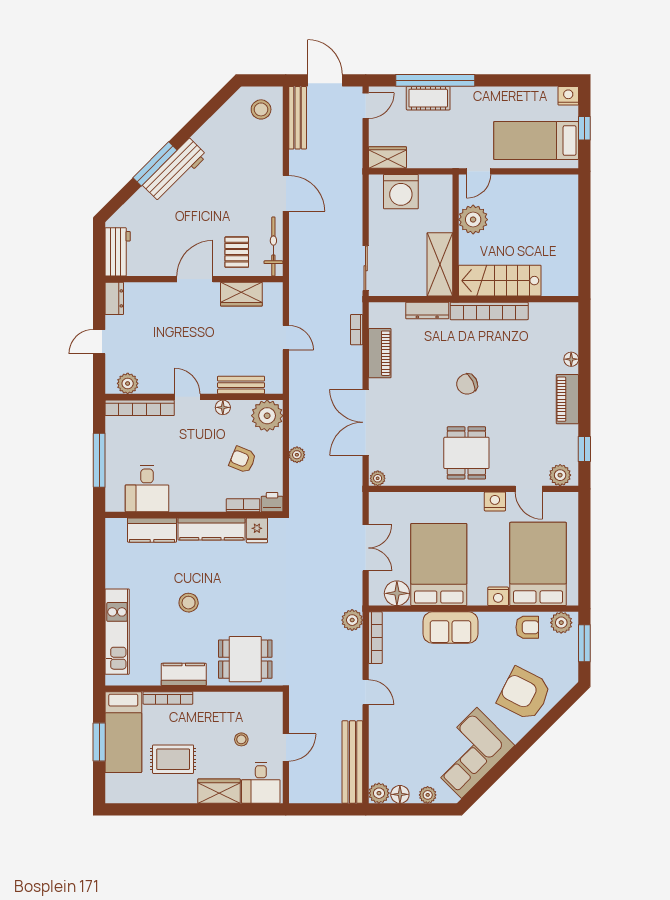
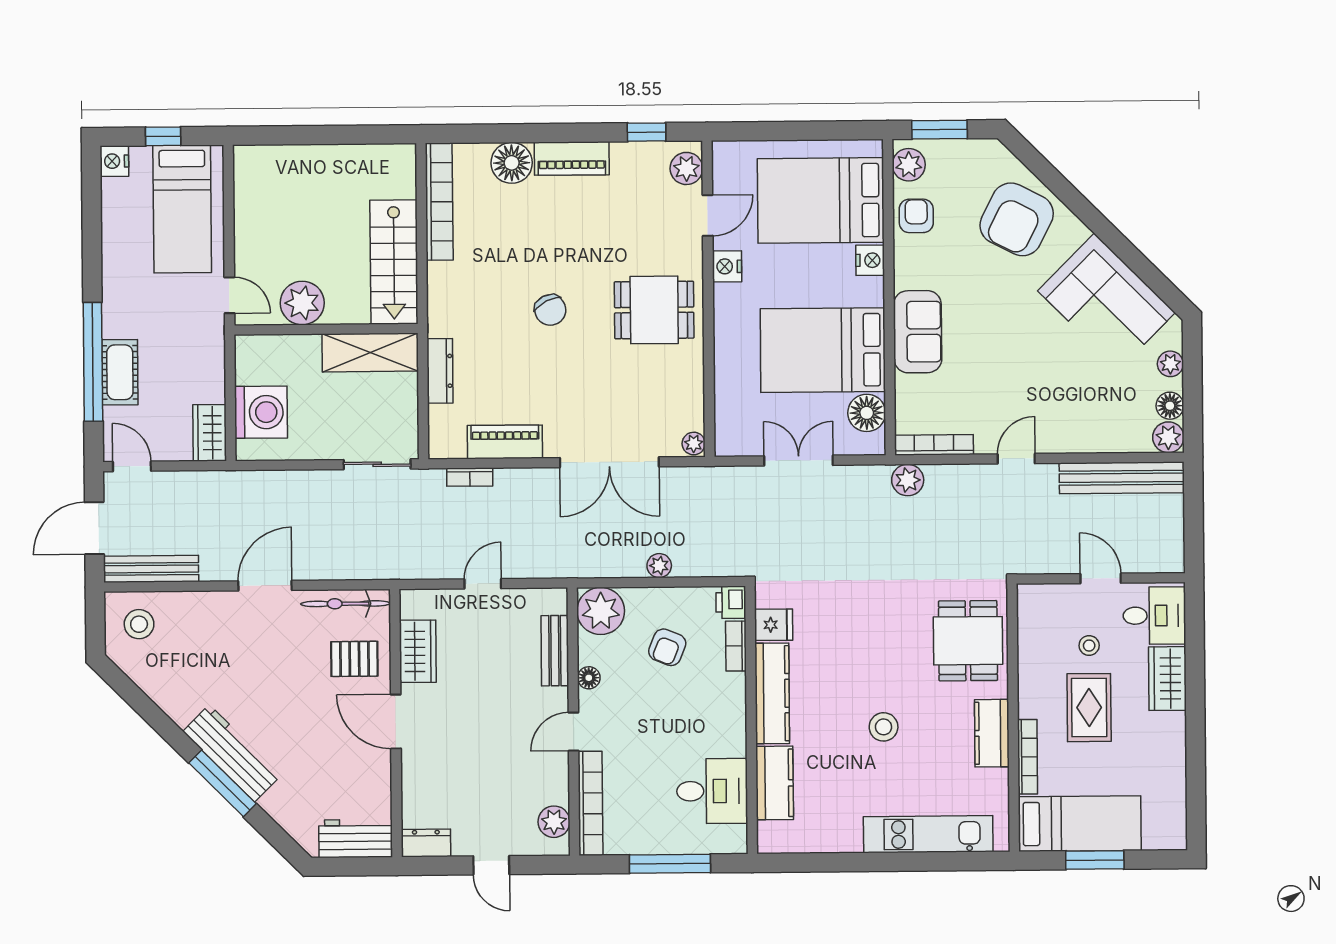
bookcase: (489, 311) -> (439, 202), moved
floor lamp: (571, 359) -> (512, 163), width x1.89, depth x1.89
rug: (173, 759) -> (1089, 708), moved

